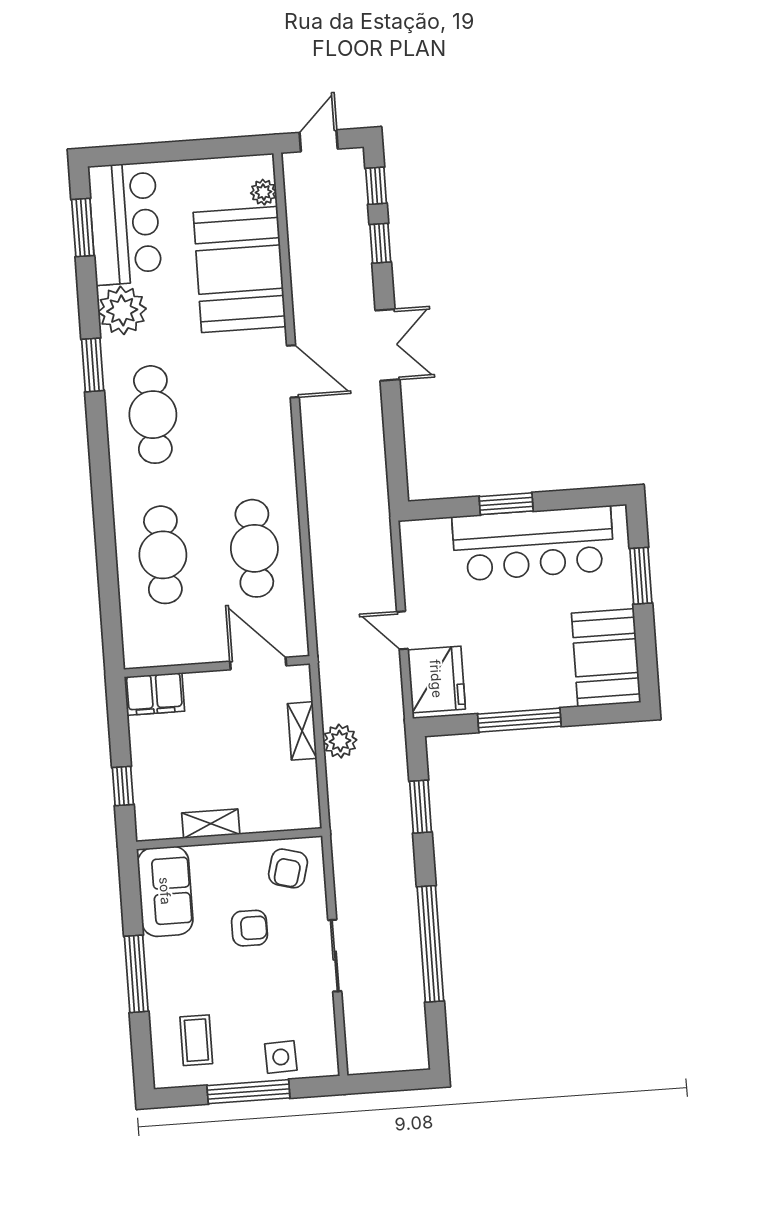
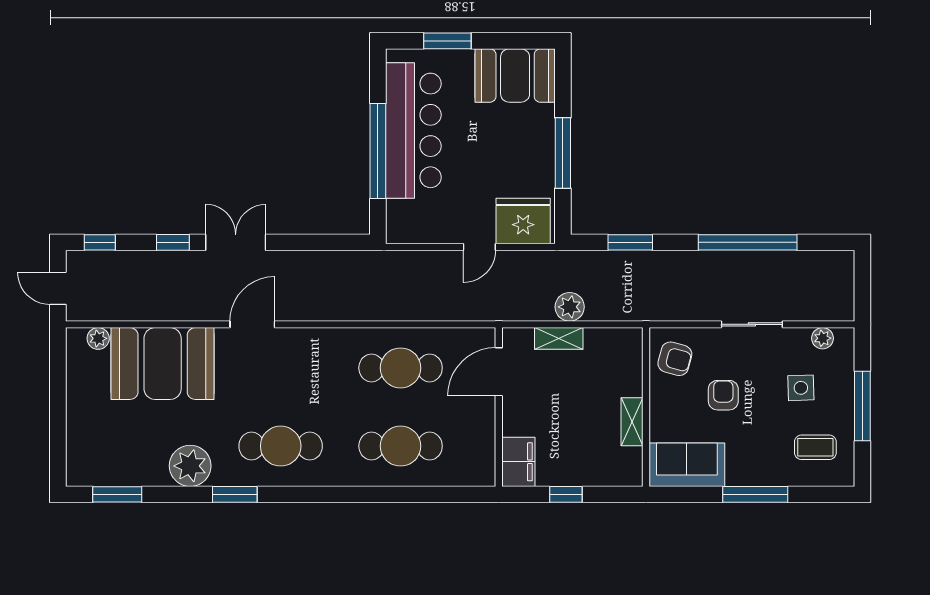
bar counter: (125, 224) -> (116, 458), removed
window: (380, 243) -> (173, 242), moved
window: (506, 504) -> (378, 151), width x2.11
window: (123, 786) -> (566, 494), moved
plant: (324, 1039) -> (823, 338), added
side table: (281, 1057) -> (801, 388), moved

